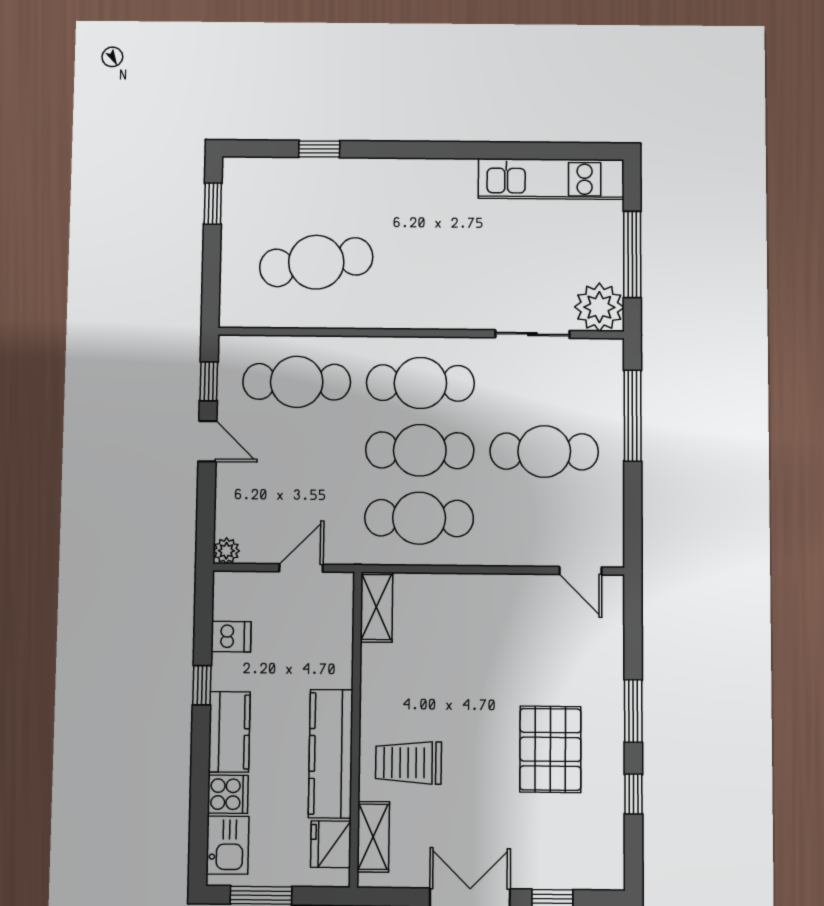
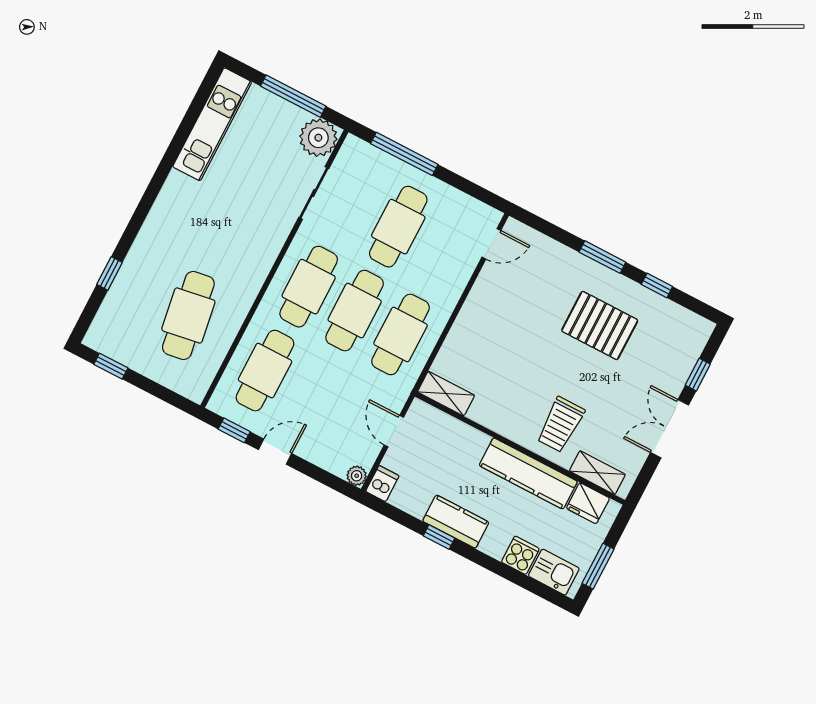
dishwasher: (231, 637) -> (382, 484), moved
kitchen counter: (229, 732) -> (456, 522), moved

